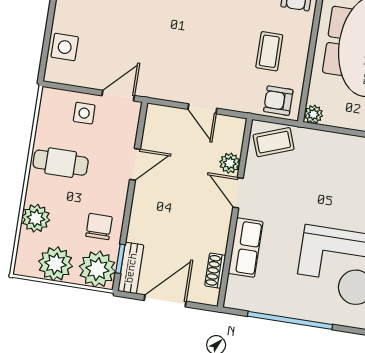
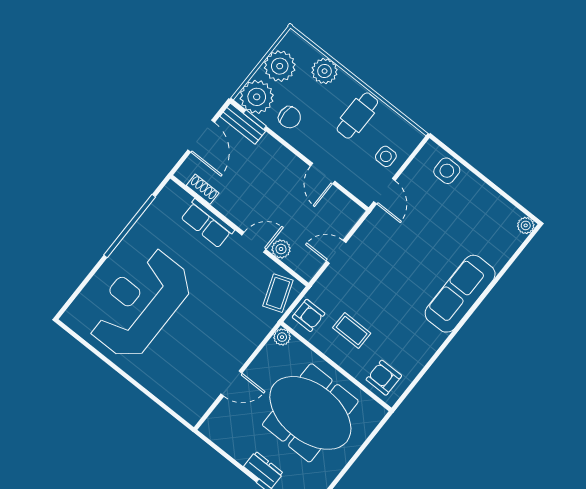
armchair: (278, 101) -> (309, 315), turned 90

